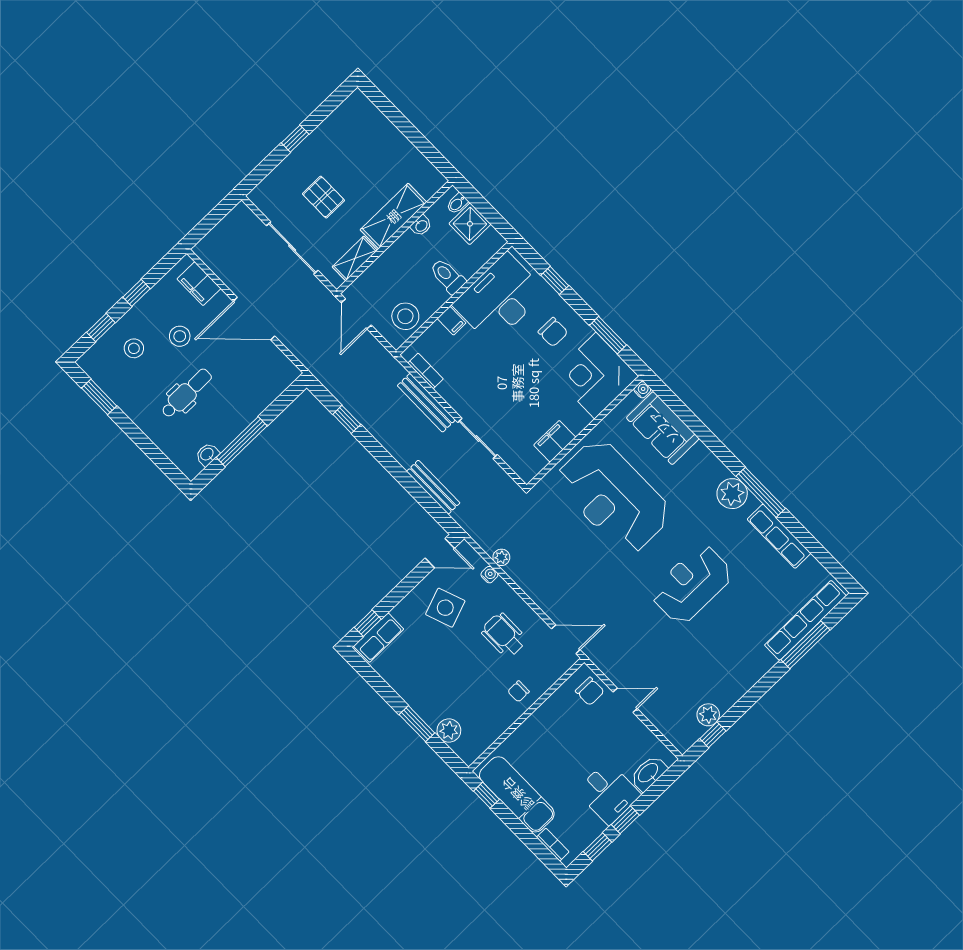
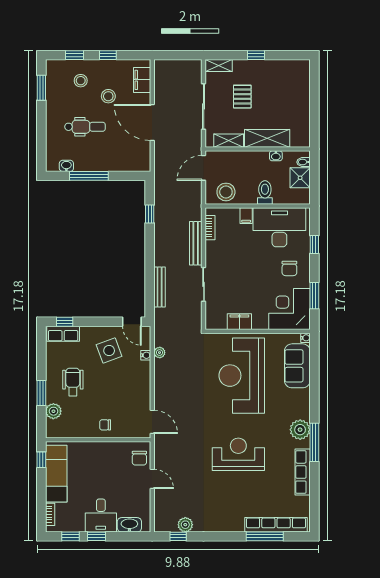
shelving: (266, 189) -> (219, 66), added
wheelchair: (504, 635) -> (73, 382), moved

